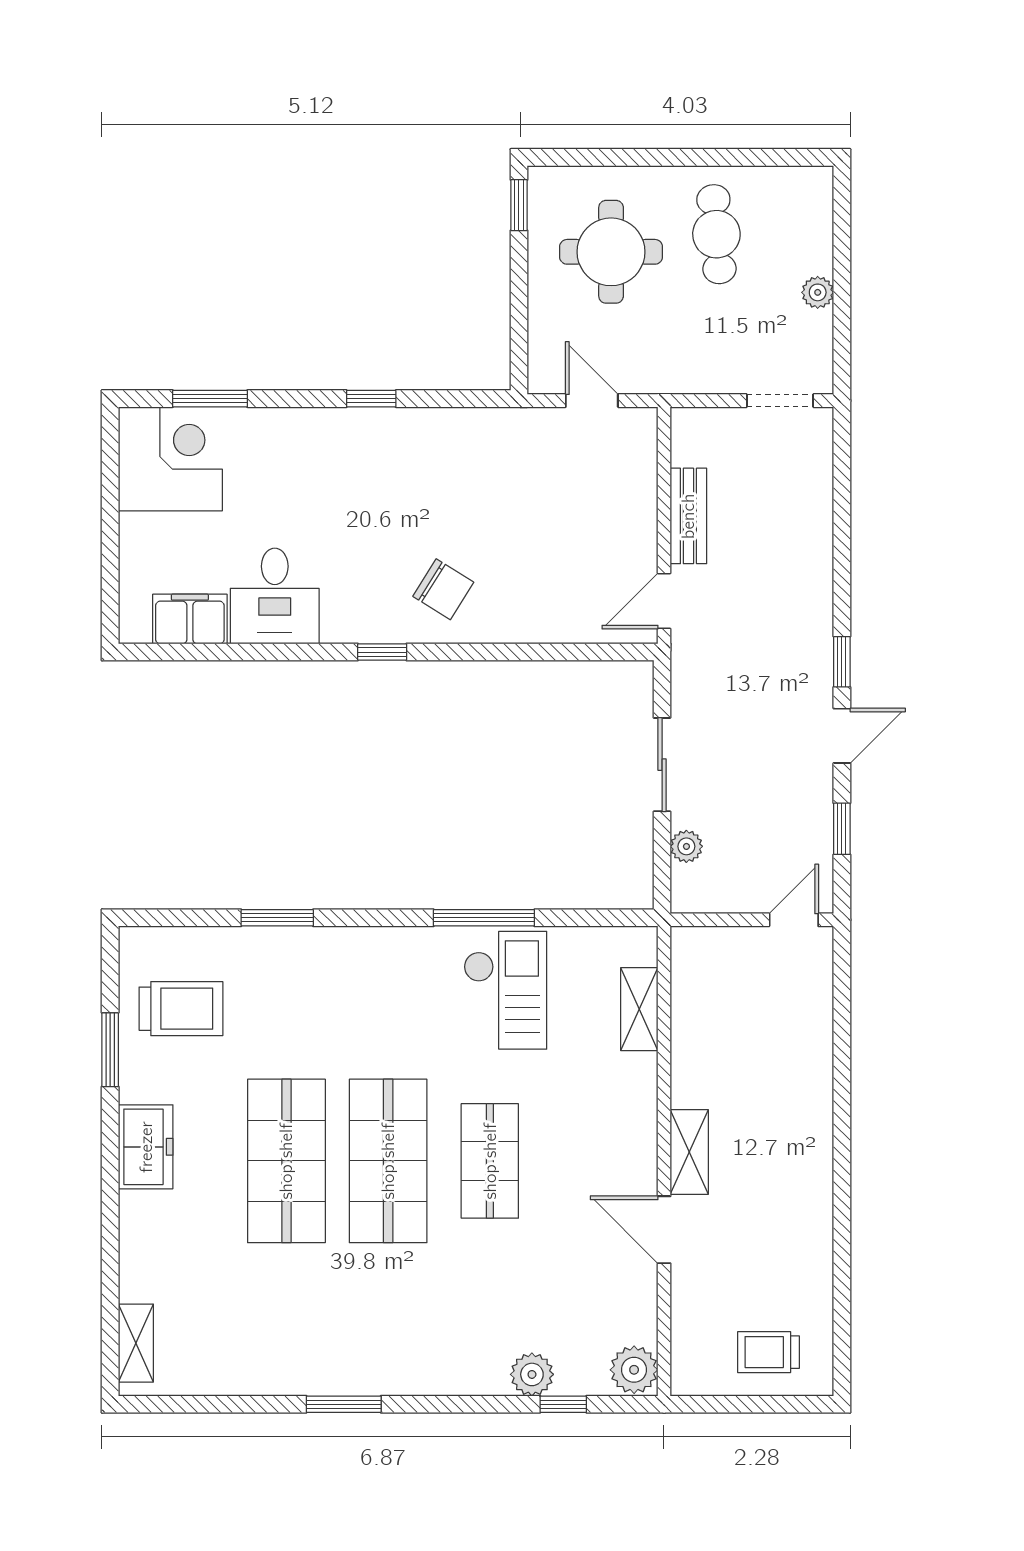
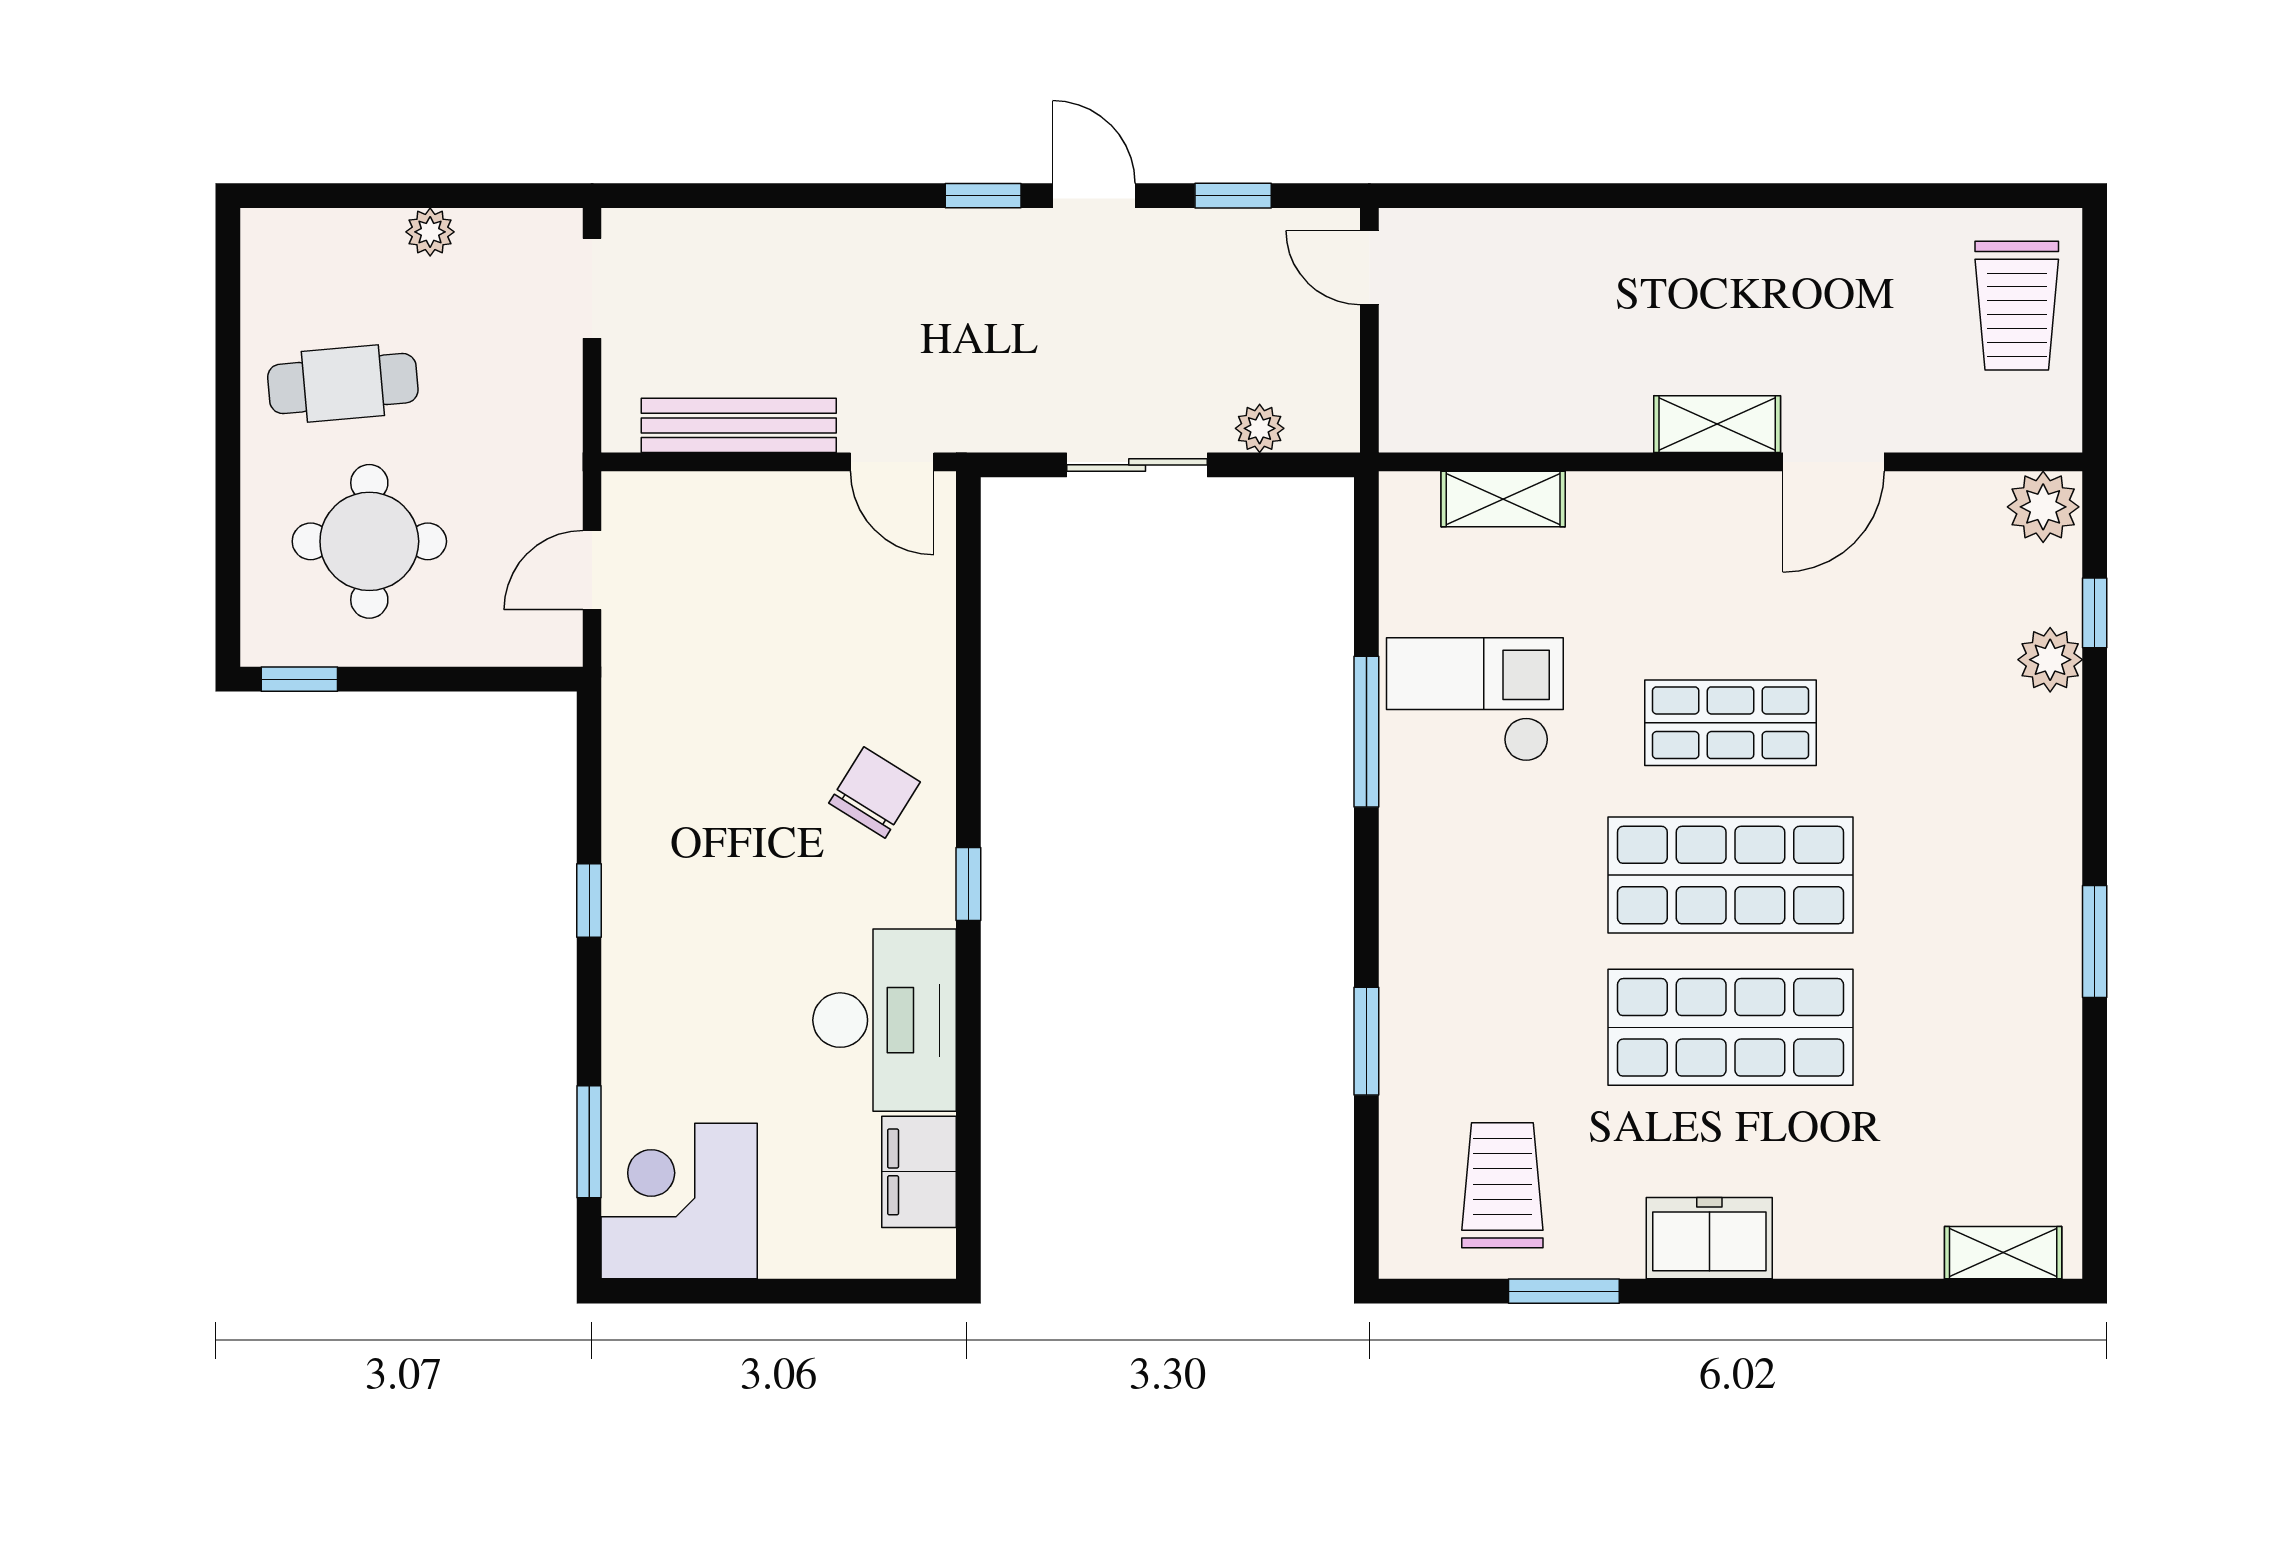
bench: (688, 516) -> (739, 425), width x1.36
desk: (275, 596) -> (885, 1020), width x1.37
trolley: (768, 1352) -> (2017, 306), width x1.36, depth x1.39

